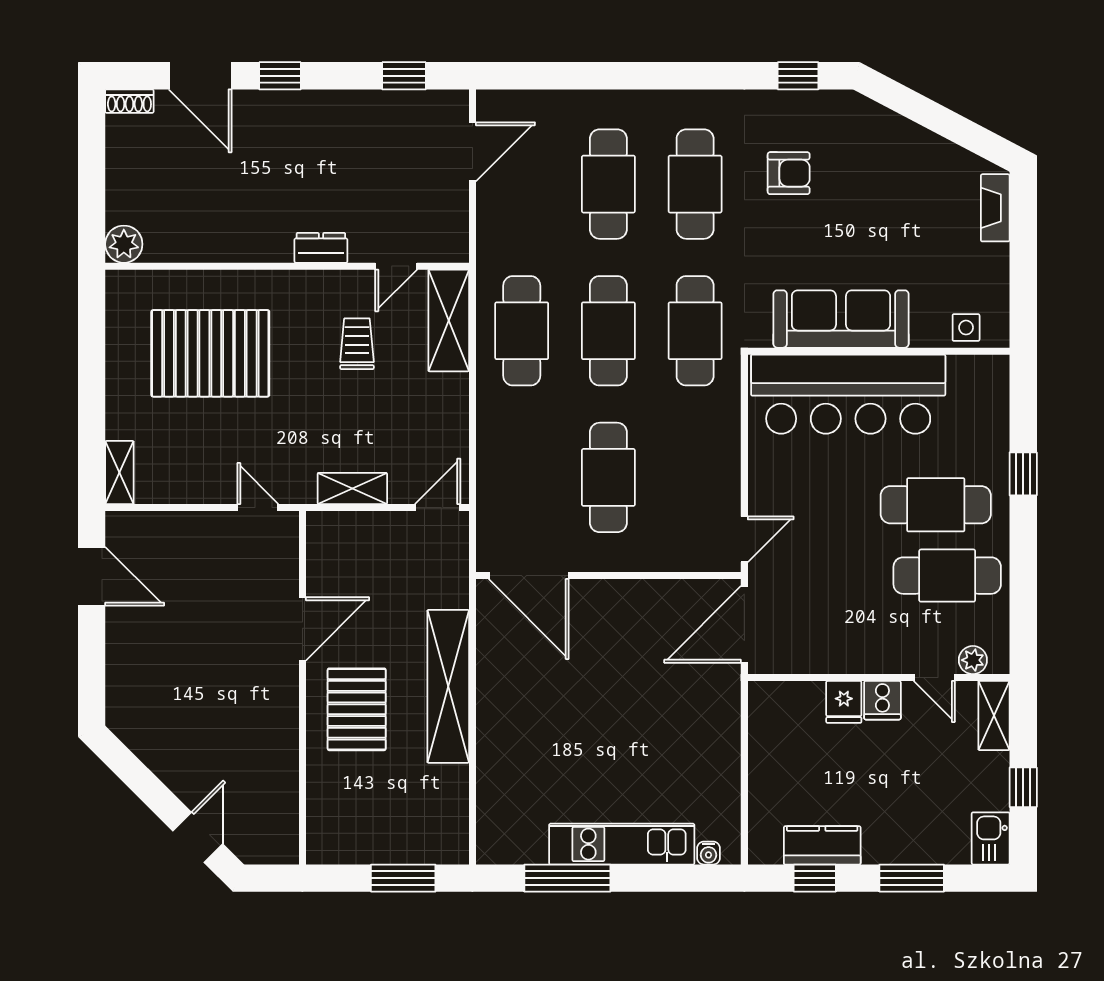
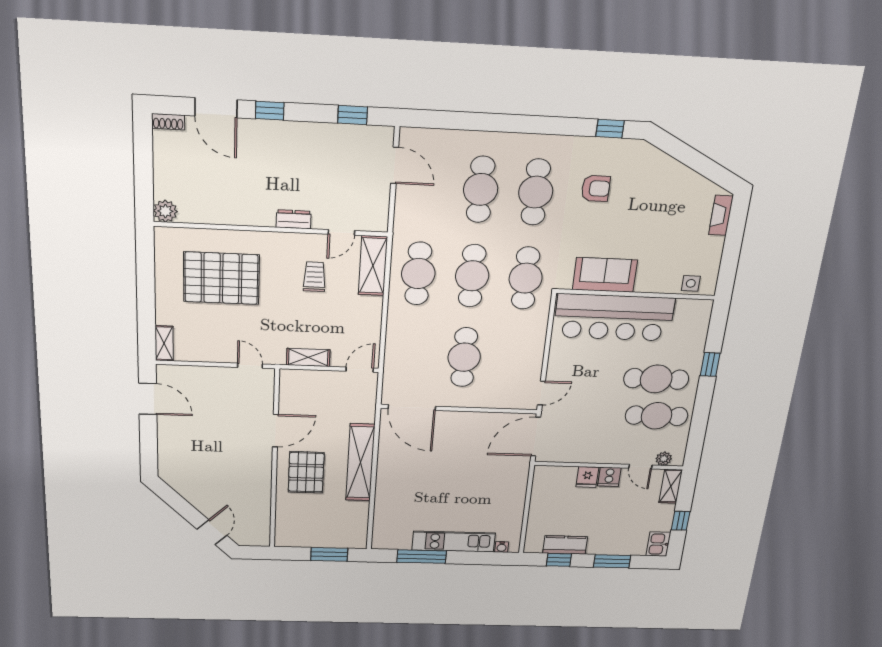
door: (472, 152) -> (395, 165), hinge flipped
sofa: (841, 319) -> (605, 275), width x0.73

